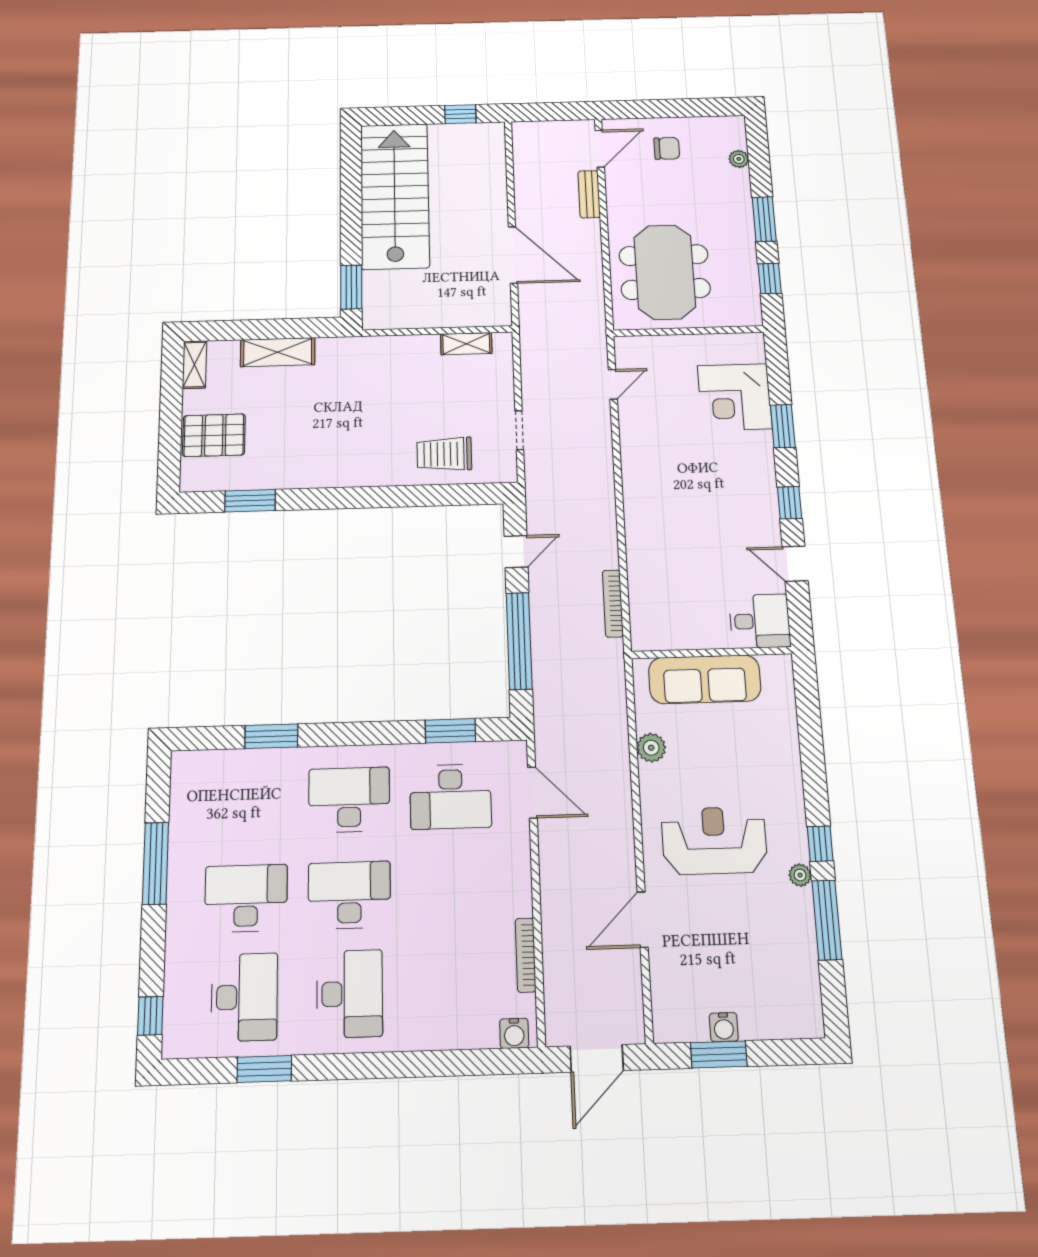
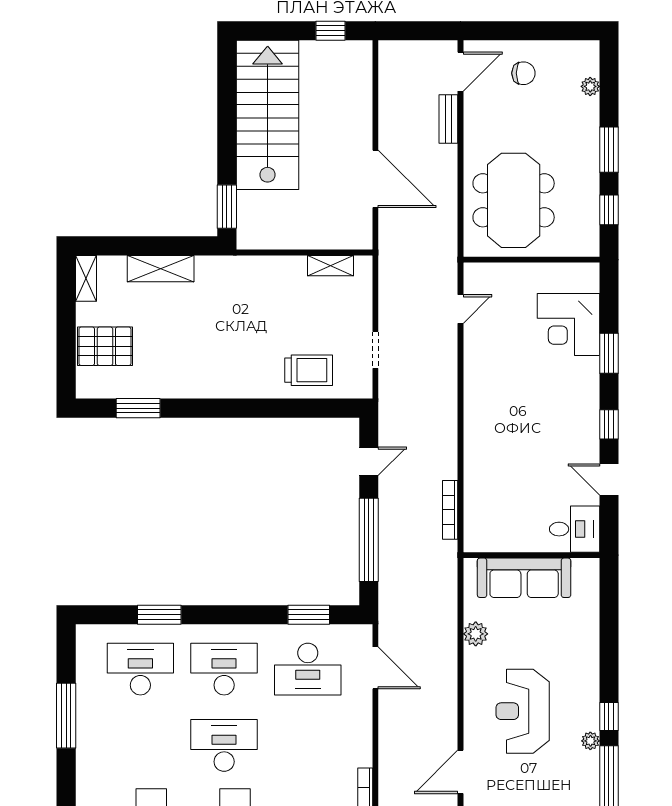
trolley: (444, 454) -> (309, 370), turned 180
reception desk: (714, 840) -> (523, 711), turned -90
desk: (246, 898) -> (140, 669), moved

